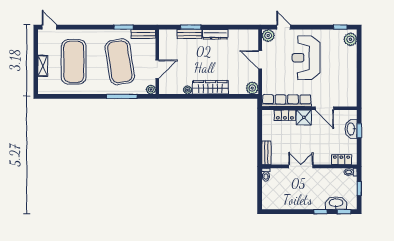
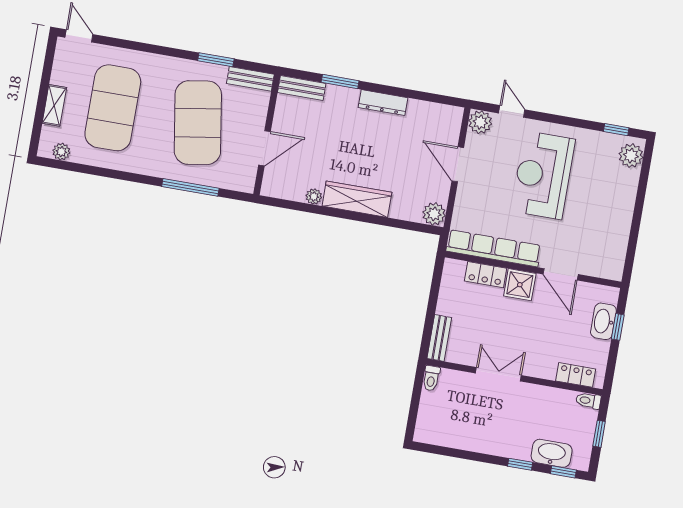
bench: (189, 34) -> (302, 88), moved
plant: (151, 90) -> (61, 152), moved

